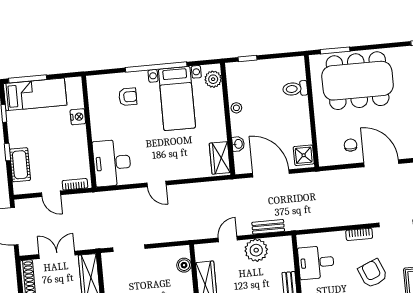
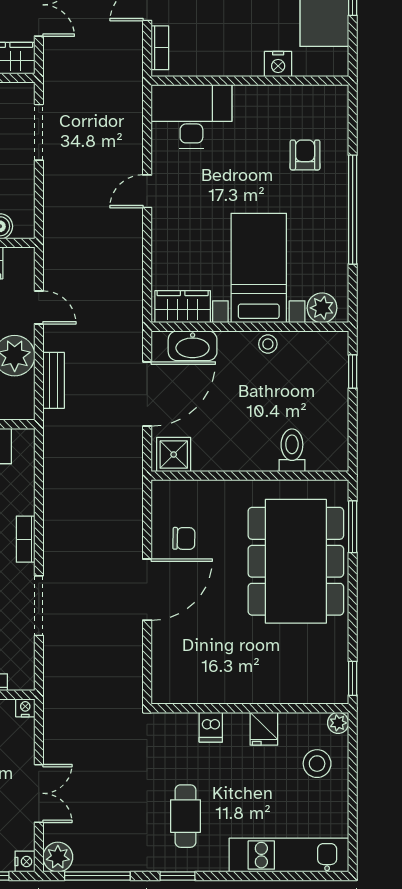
armchair: (128, 97) -> (305, 155), turned 180
bed with nightstands: (177, 99) -> (259, 268), moved, turned 90
washbasin: (238, 144) -> (193, 346), width x1.91, depth x1.45

